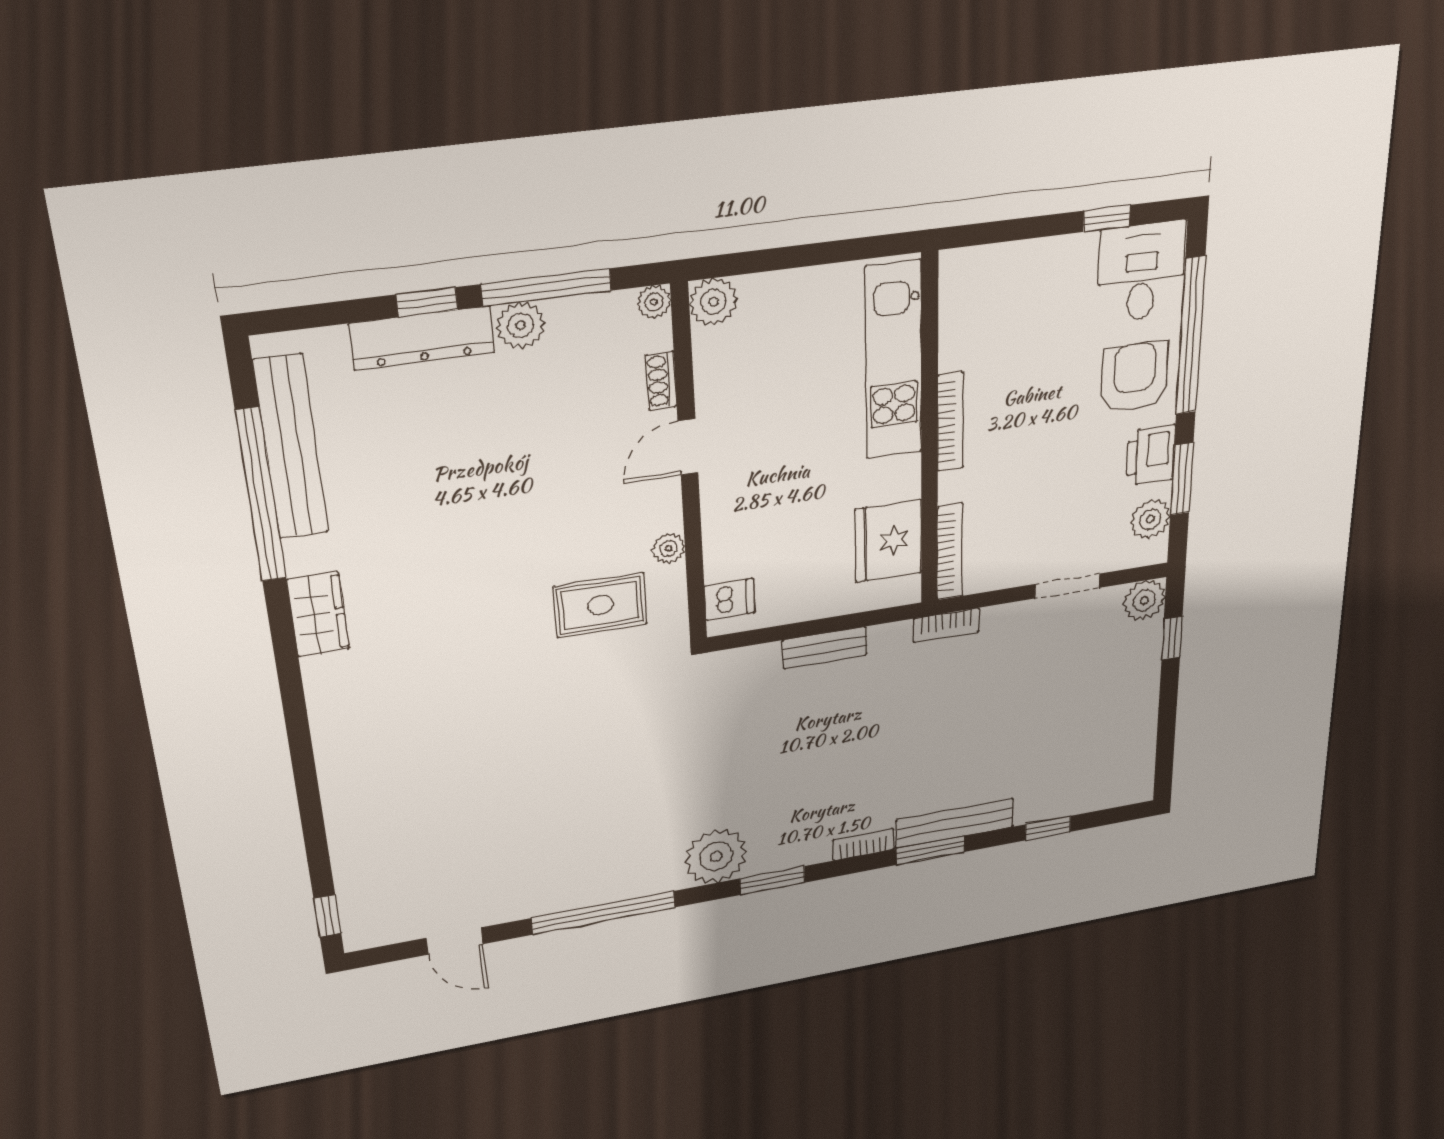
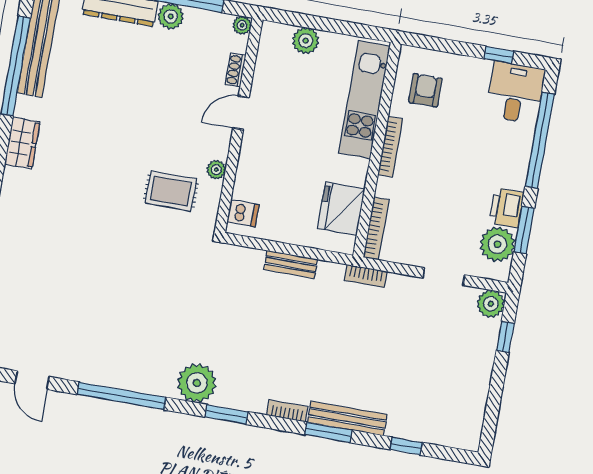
plant: (713, 302) -> (306, 41), moved
armchair: (1134, 377) -> (425, 90), moved, width x0.72, depth x0.72
plant: (1150, 519) -> (497, 244), width x1.36, depth x1.36

